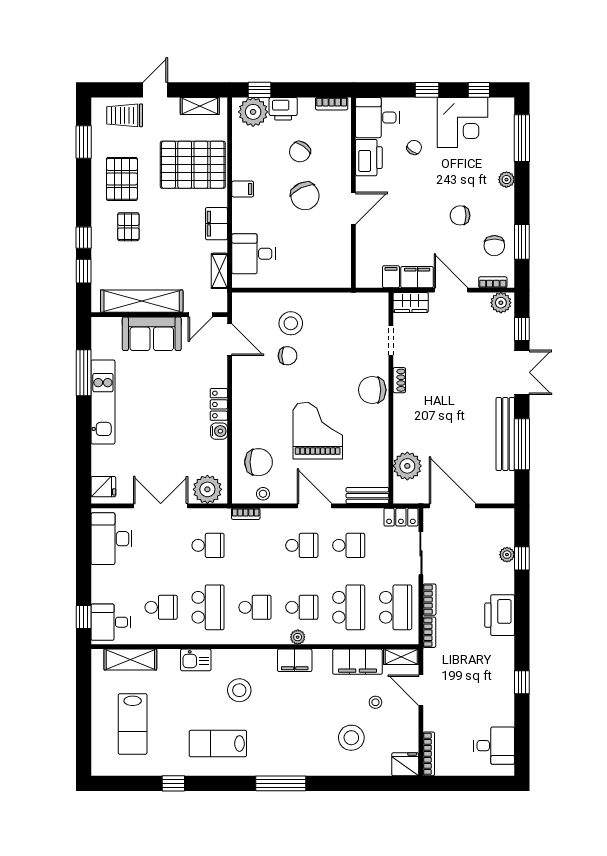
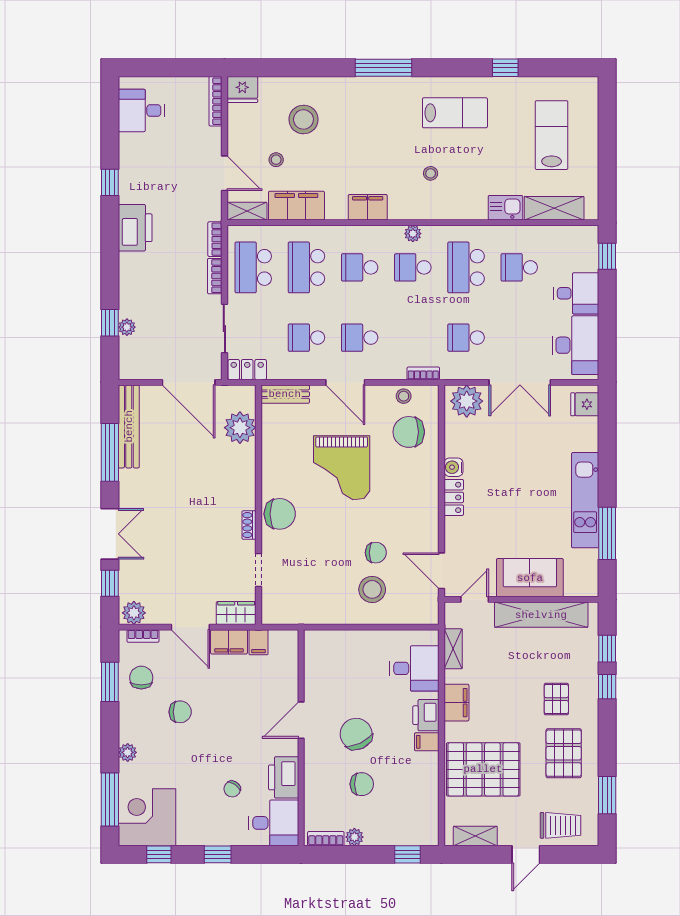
printer: (283, 109) -> (426, 715), moved, turned -90
plant: (253, 112) -> (354, 837), moved, width x0.53, depth x0.53
corner desk: (462, 122) -> (147, 817), moved
chair: (300, 152) -> (362, 784), turned 55
chair: (288, 356) -> (376, 553), turned 180
double door: (522, 372) -> (110, 534), swing flipped
bench: (505, 434) -> (129, 426), moved
printer: (500, 615) -> (135, 228), moved
desk: (111, 622) -> (576, 293), moved
plant: (298, 637) -> (413, 234), moved
kitchen sink: (196, 660) -> (505, 208), moved
stool: (239, 690) -> (431, 173), width x0.53, depth x0.53

